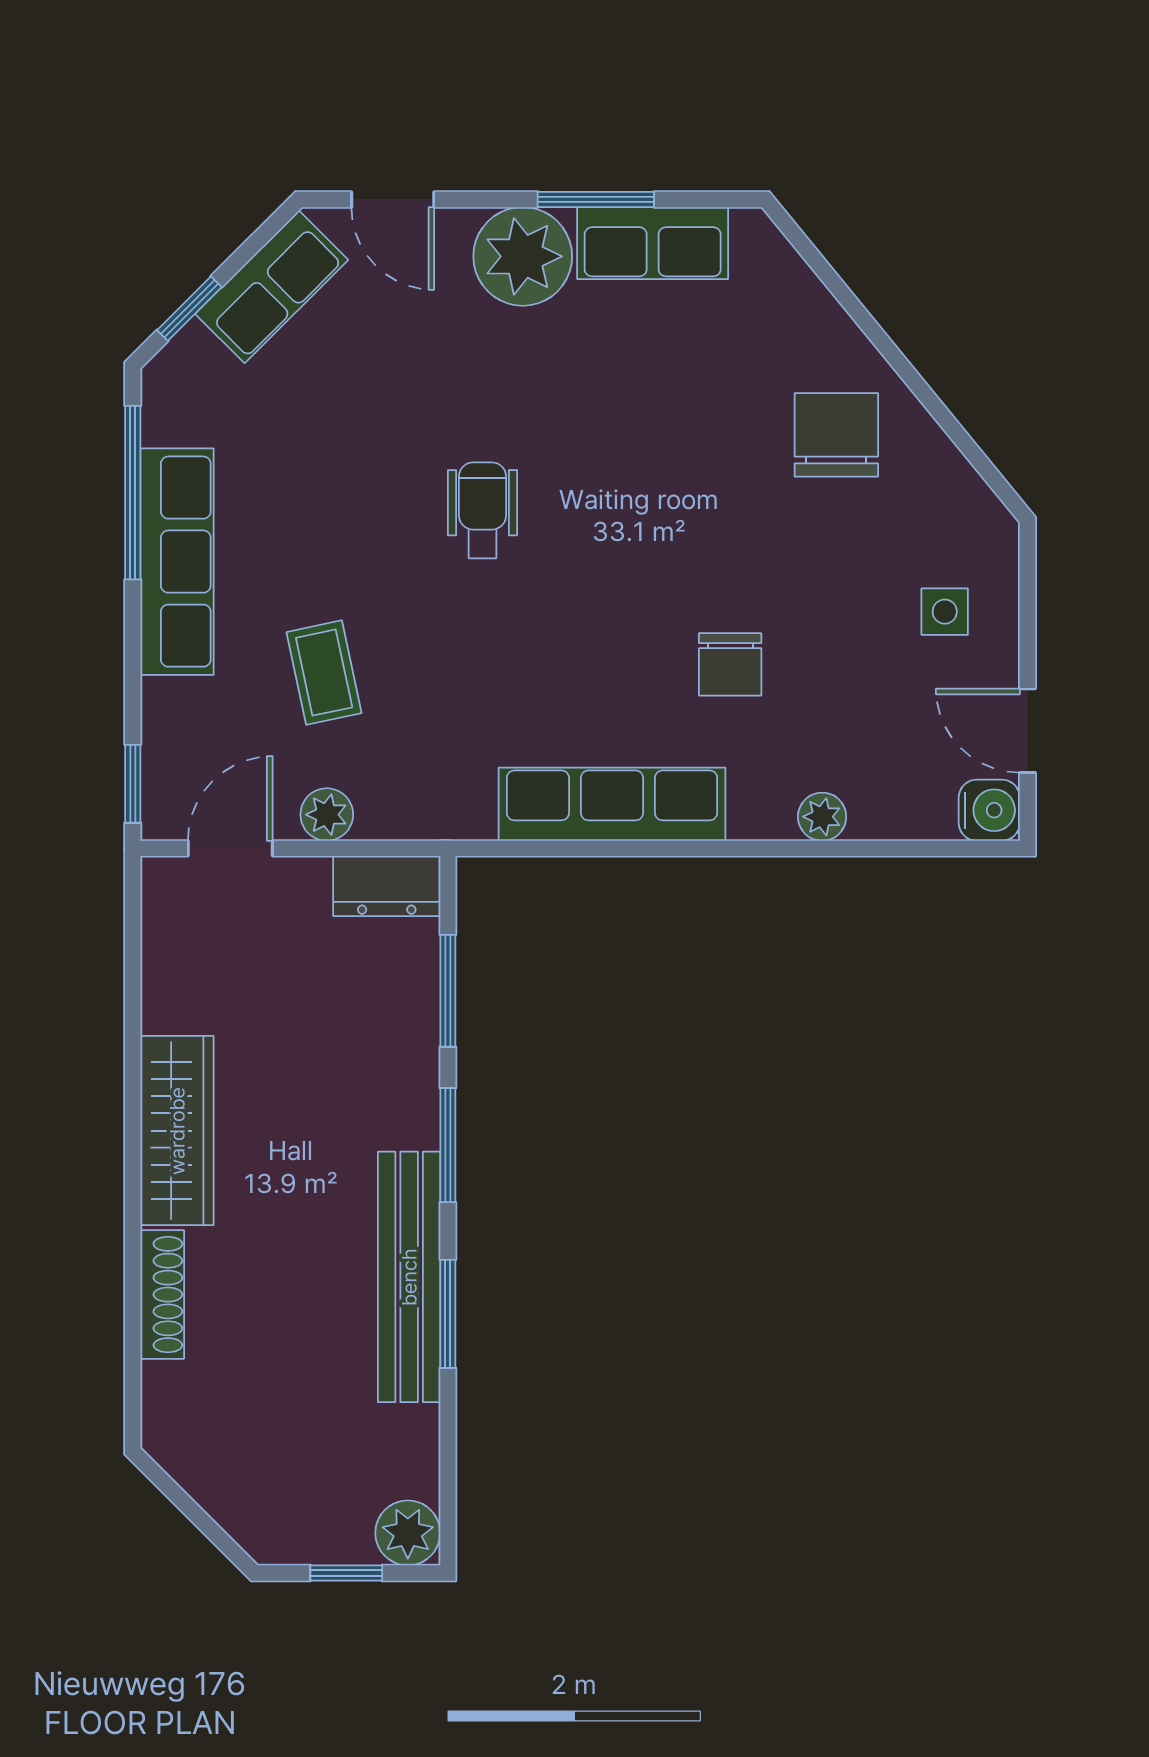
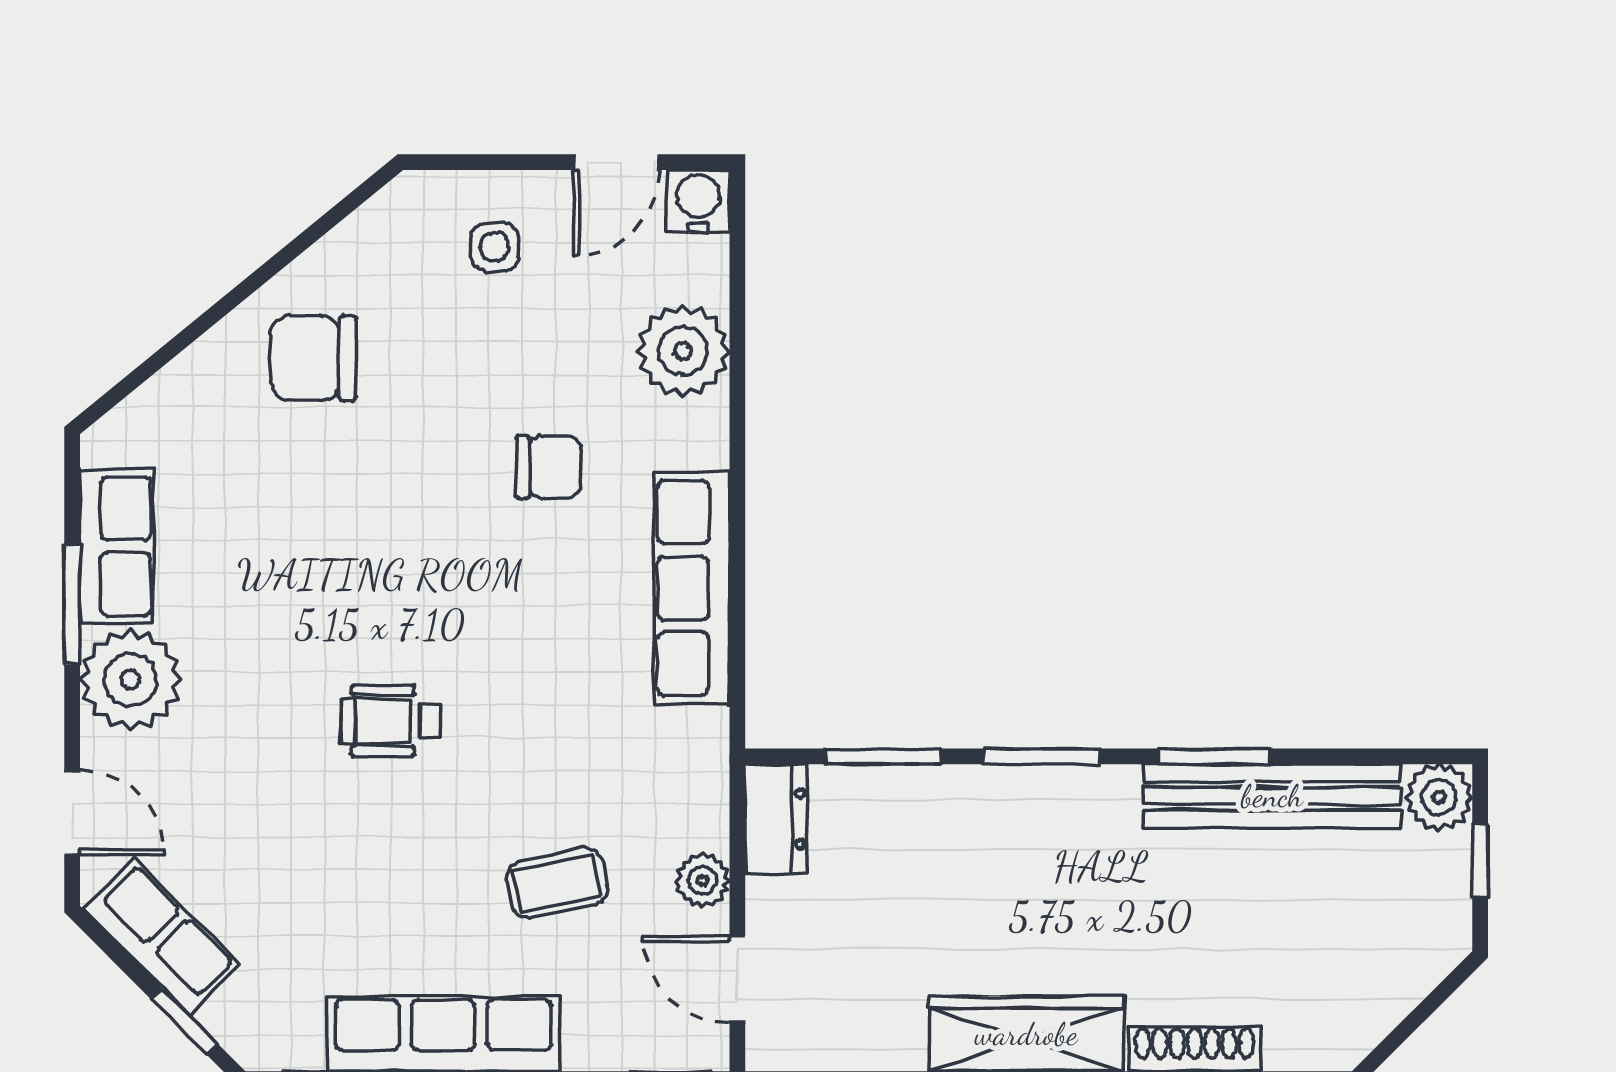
door: (393, 199) -> (72, 813), hinge flipped
plant: (822, 817) -> (683, 351), width x1.88, depth x1.88
bench: (409, 1277) -> (1272, 796), moved

